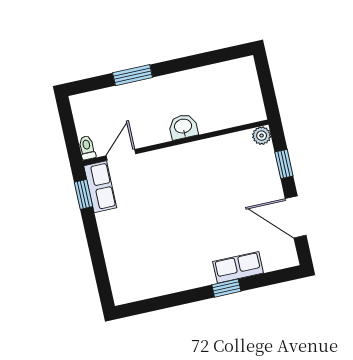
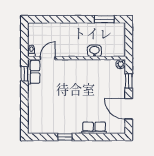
window: (133, 75) -> (104, 19), moved
washbasin: (183, 127) -> (94, 51), moved
window: (226, 288) -> (65, 137), moved

